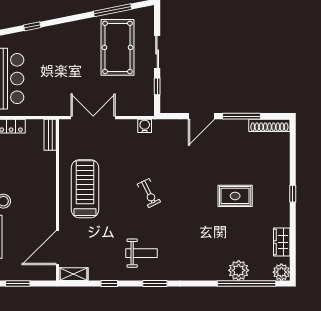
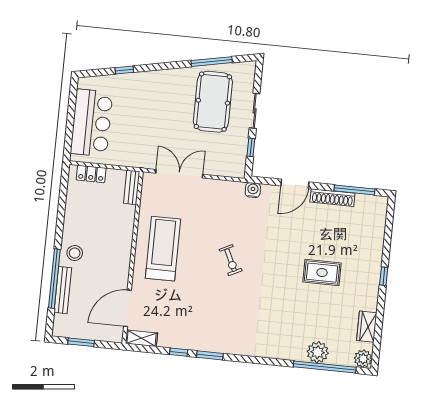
window: (241, 116) -> (354, 190), moved
shoe rack: (269, 125) -> (332, 198), moved
water cooler: (145, 126) -> (253, 190), moved
weight bench: (142, 253) -> (216, 323), removed
window: (155, 284) -> (210, 355), moved

